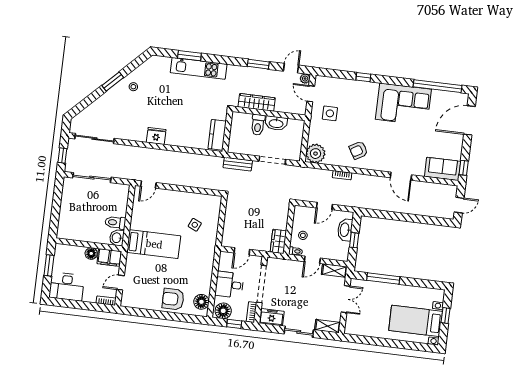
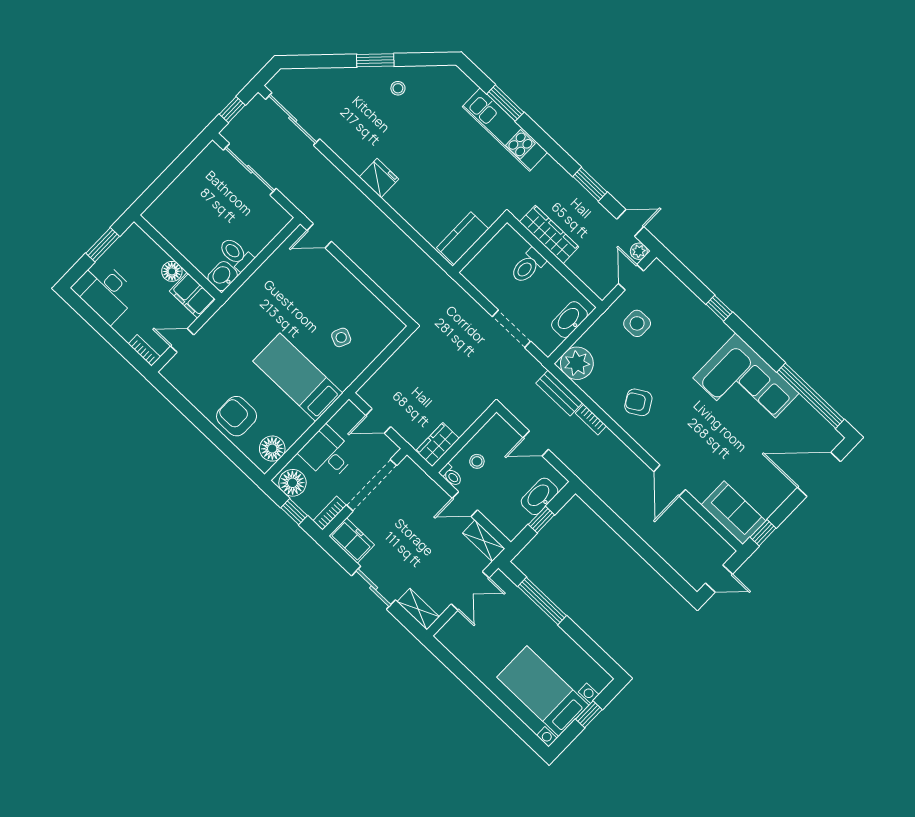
washbasin: (276, 123) -> (569, 320), moved, turned 90
bench: (238, 164) -> (559, 393), moved
bed: (154, 244) -> (298, 377), moved, turned 180

